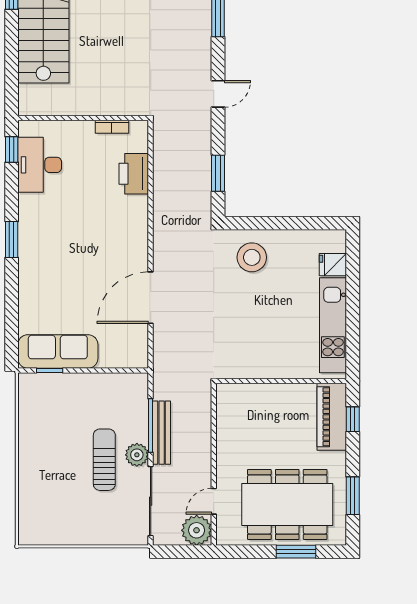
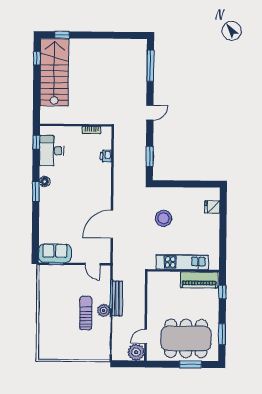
printer: (134, 174) -> (106, 156), width x0.53, depth x0.68
floor lamp: (27, 221) -> (45, 182), added
stool: (252, 257) -> (163, 218), moved
kitchen unit: (333, 325) -> (182, 262), moved, turned 90
sofa: (58, 351) -> (55, 253), width x0.73
door: (116, 371) -> (93, 264), added
piano: (332, 417) -> (199, 280), moved, turned -90

